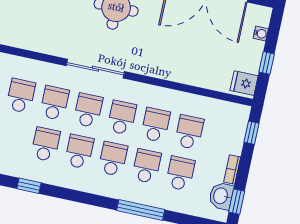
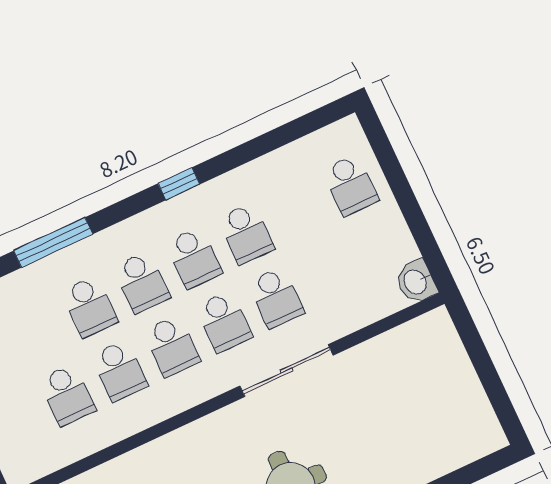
sliding door: (95, 69) -> (286, 371), moved
school desk: (21, 96) -> (328, 273), removed
school desk: (180, 173) -> (37, 331), removed
window: (29, 186) -> (179, 184), moved

